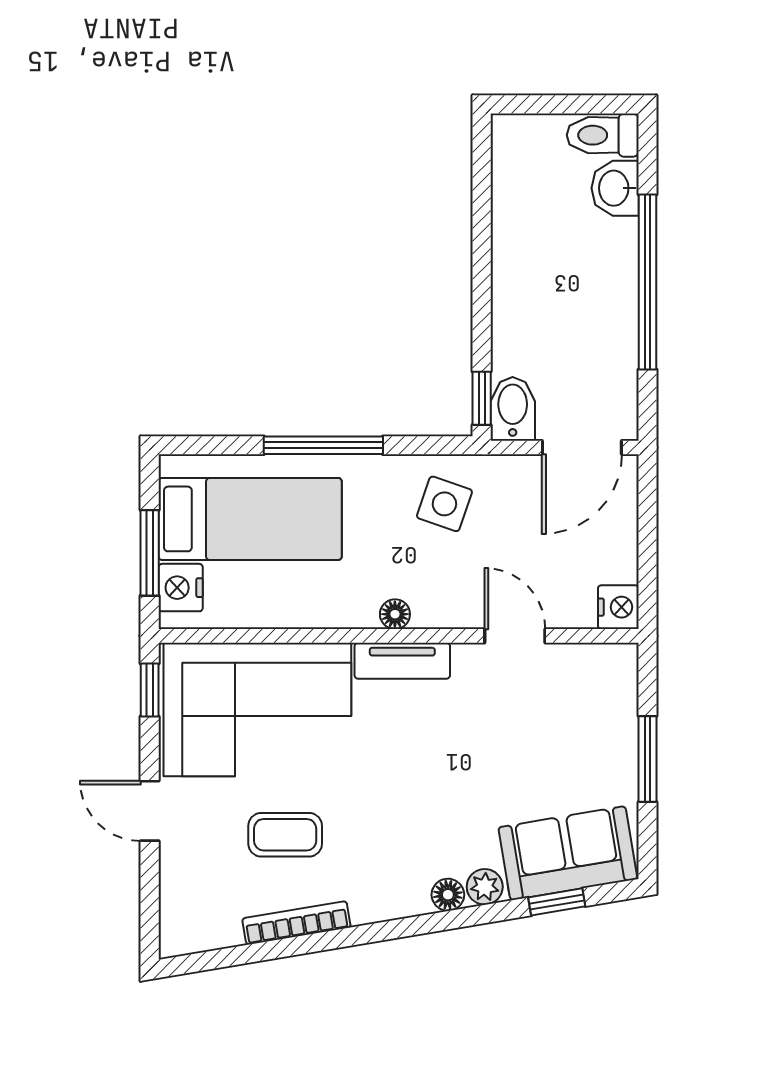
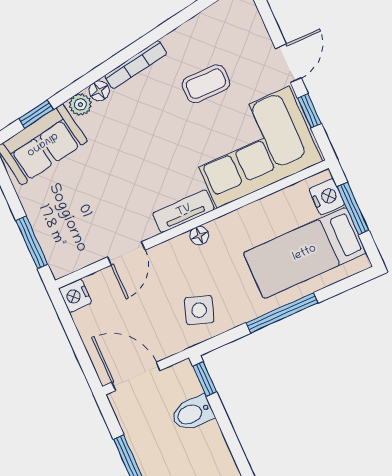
bidet: (513, 409) -> (192, 413), moved, turned 90
door: (582, 447) -> (136, 376), hinge flipped
door: (515, 636) -> (126, 253), hinge flipped
window: (150, 690) -> (309, 111), moved
window: (647, 759) -> (32, 242), moved
door: (150, 811) -> (288, 63), hinge flipped
bookcase: (296, 923) -> (136, 65), moved

